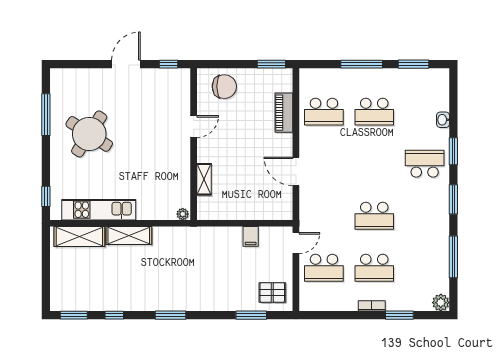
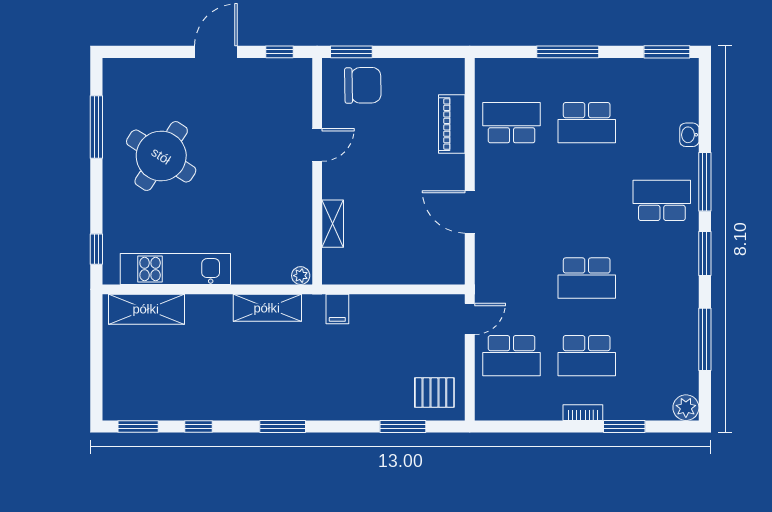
window: (271, 64) -> (351, 52), moved
window: (413, 64) -> (667, 52), moved
school desk: (324, 112) -> (512, 123), turned 180
window: (453, 151) -> (705, 182), width x1.44
shelving: (129, 236) -> (267, 308), moved
filing cabinet: (251, 236) -> (337, 309), moved

